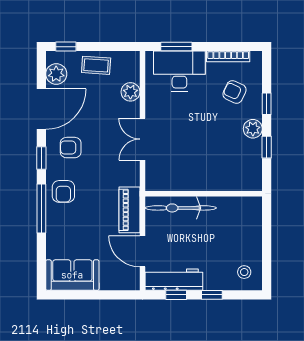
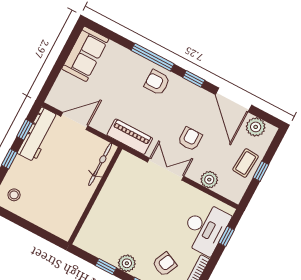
window: (66, 47) -> (261, 171), moved
window: (176, 47) -> (226, 236), width x0.67
armchair: (71, 148) -> (190, 139), moved
bicycle: (181, 208) -> (100, 164), width x0.73, depth x0.71
piano: (129, 210) -> (130, 137), moved

